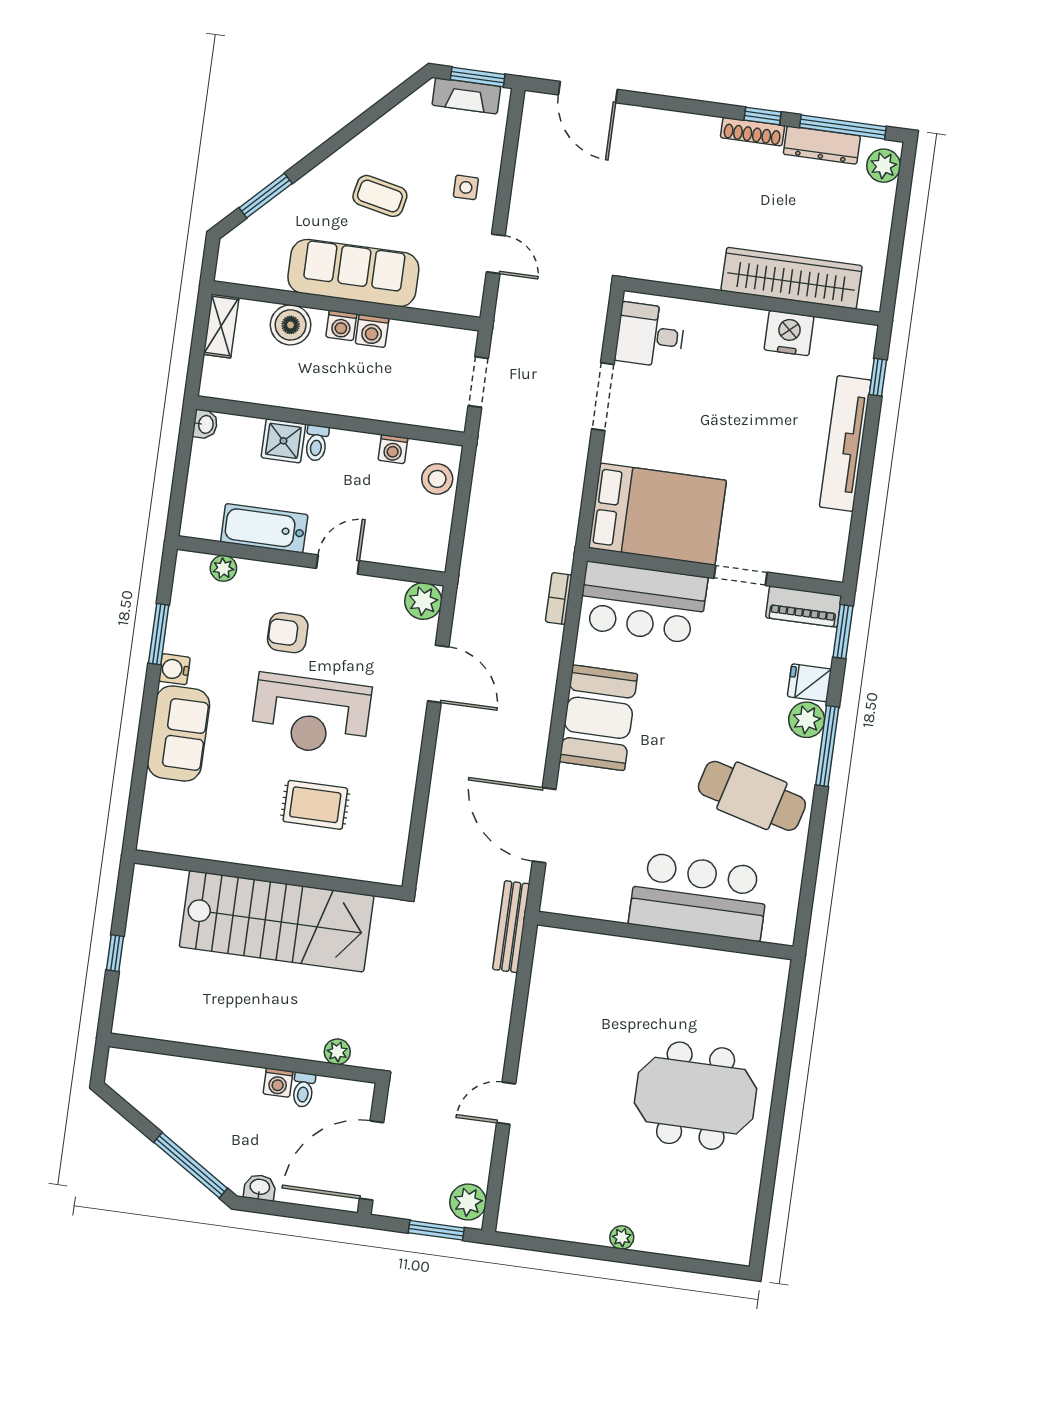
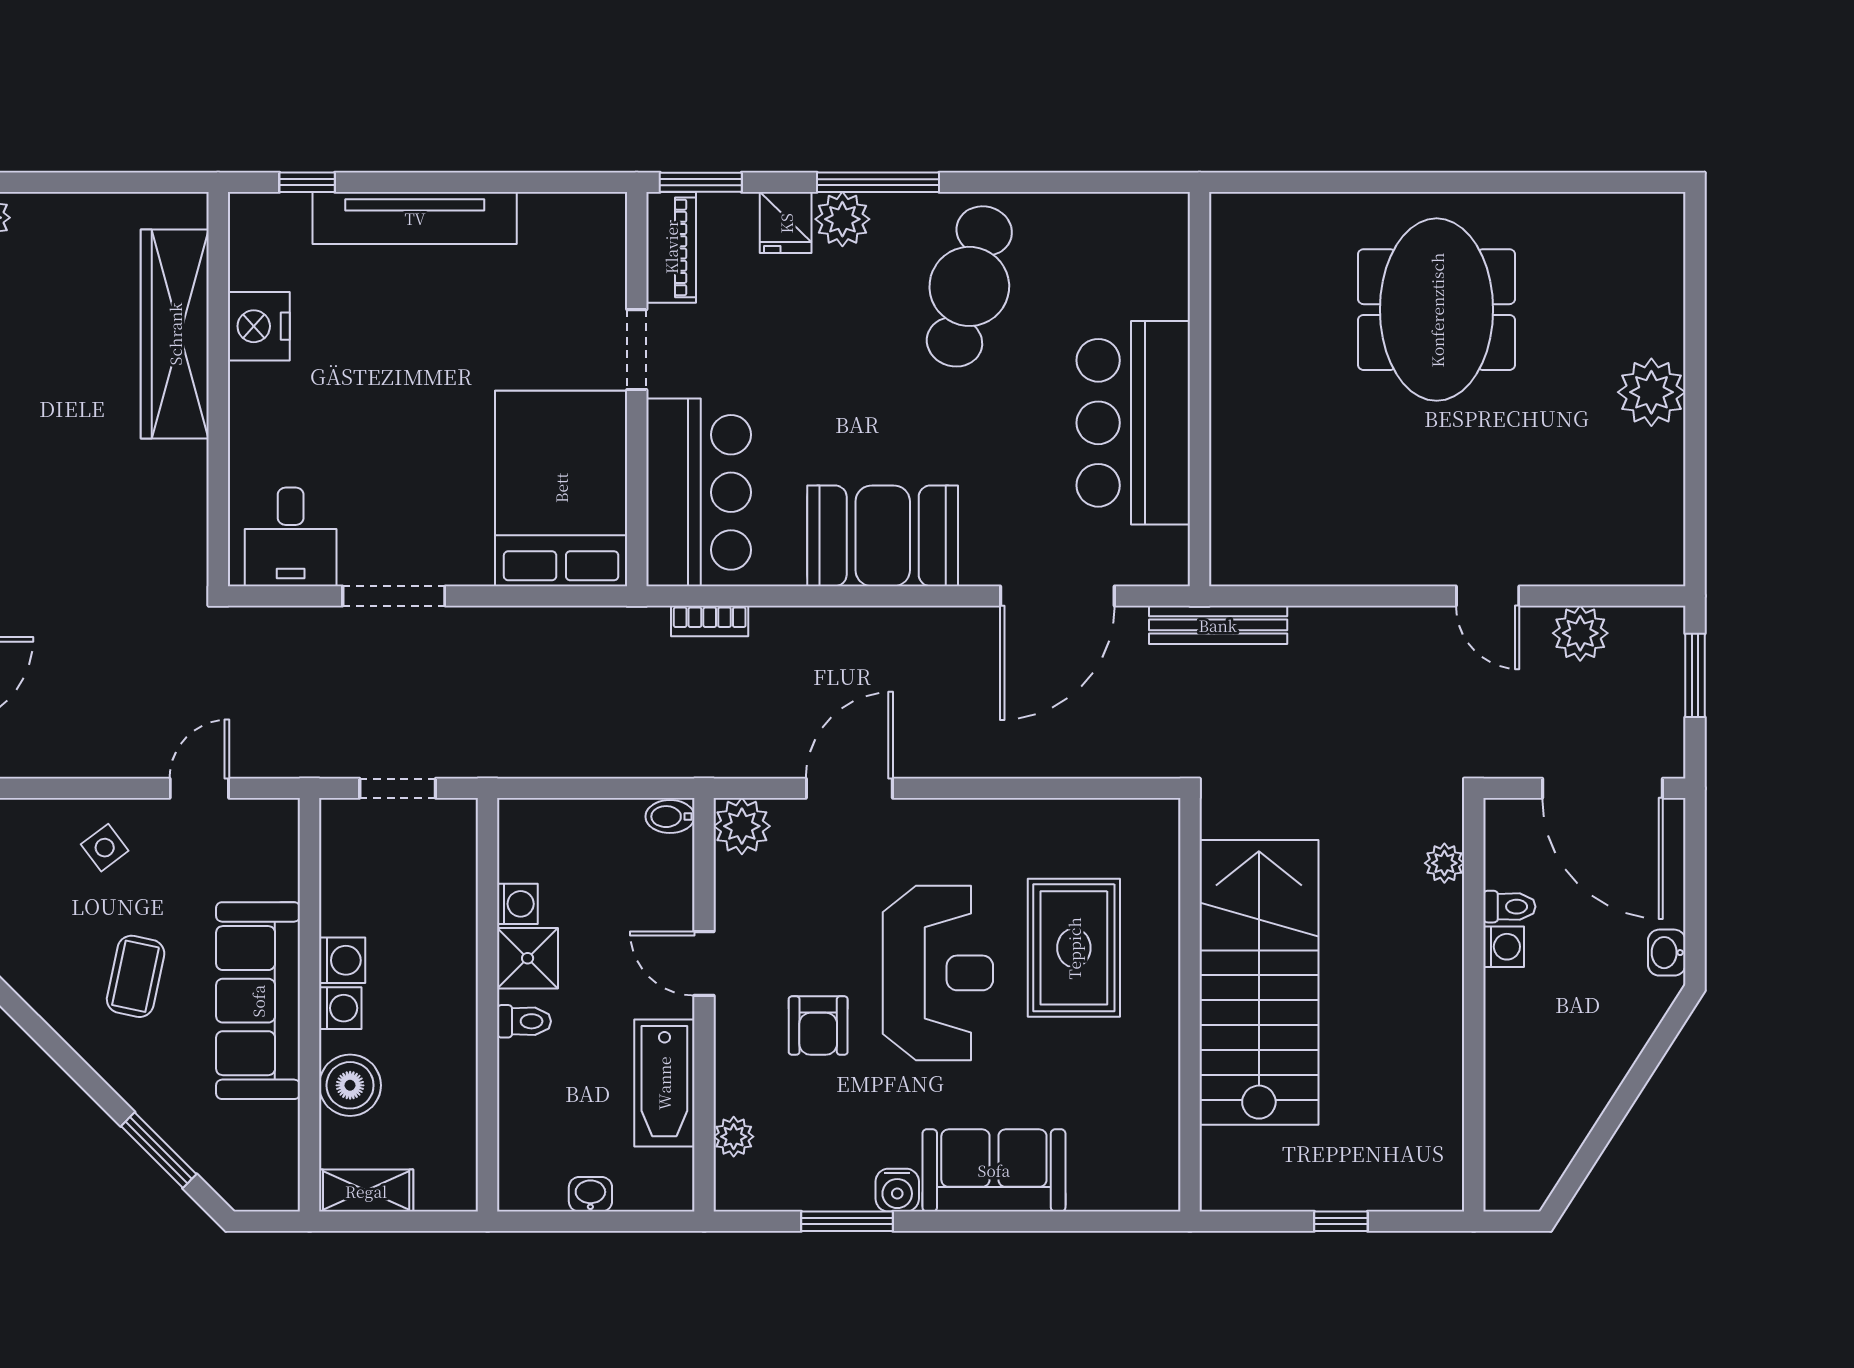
side table: (466, 187) -> (105, 848), turned -37
washbasin: (205, 424) -> (590, 1194), moved
shower: (283, 441) -> (528, 958), moved
stool: (437, 479) -> (553, 830), removed
bidet: (436, 555) -> (670, 817), added
rug: (315, 805) -> (1074, 948), width x1.36, depth x1.43
bar counter: (699, 896) -> (1133, 423), moved
window: (191, 1165) -> (1647, 1062), removed
plant: (468, 1202) -> (1580, 633), moved
plant: (622, 1237) -> (1651, 392), width x1.88, depth x1.88

